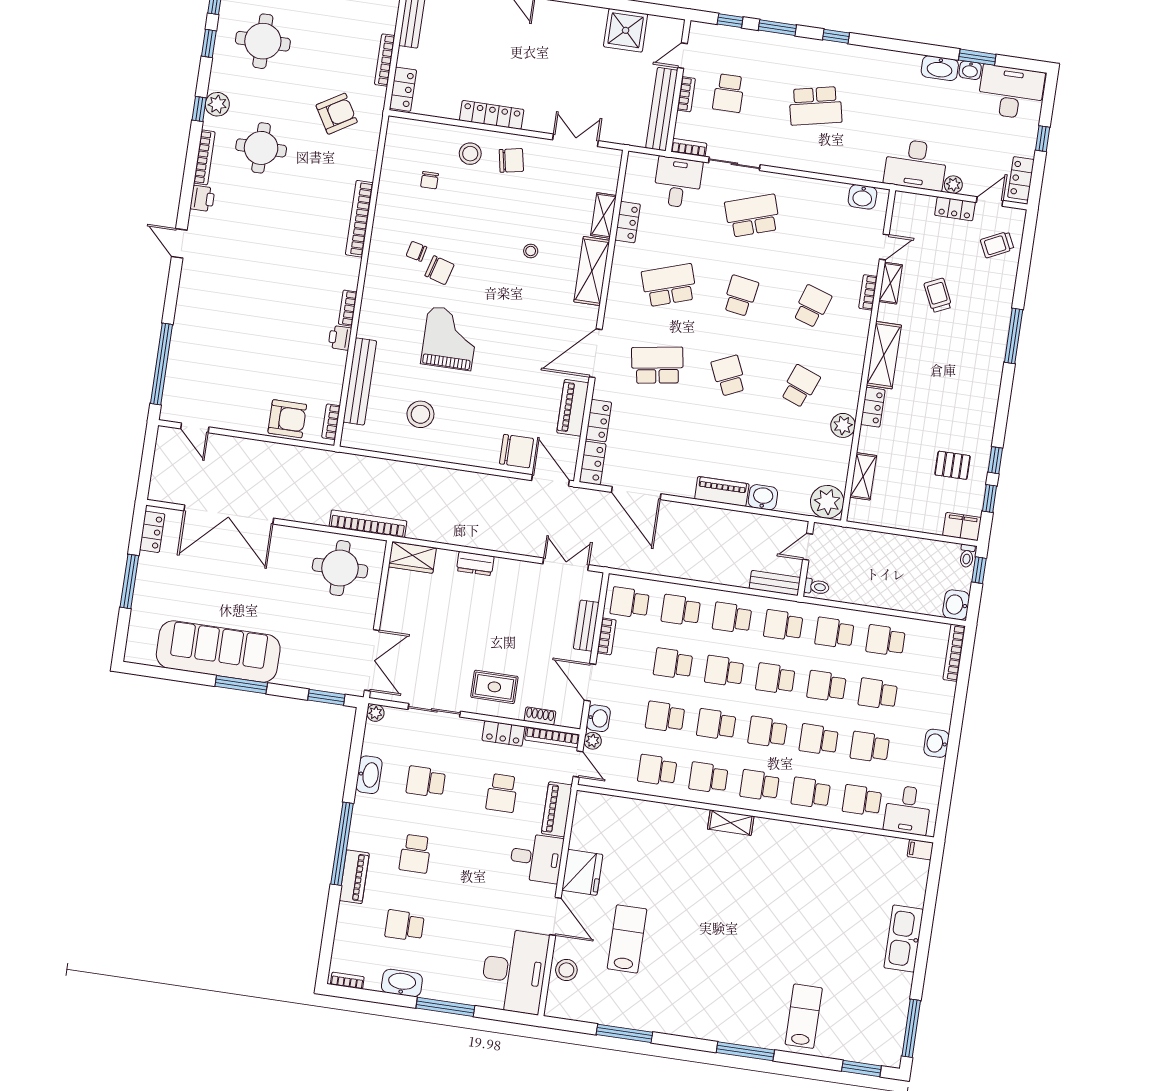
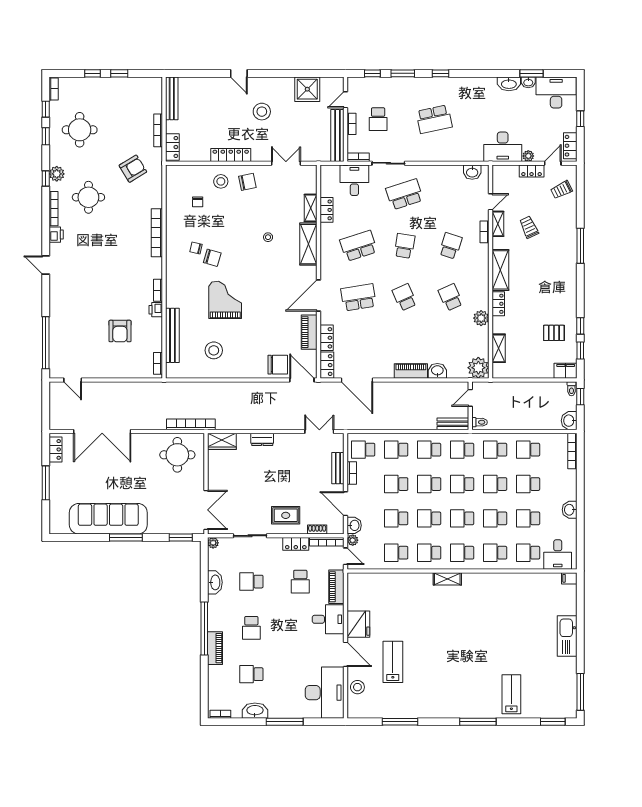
stool: (550, 55) -> (262, 112), added
school desk: (800, 386) -> (451, 297), turned -45
armchair: (287, 419) -> (120, 331), moved, turned 90

